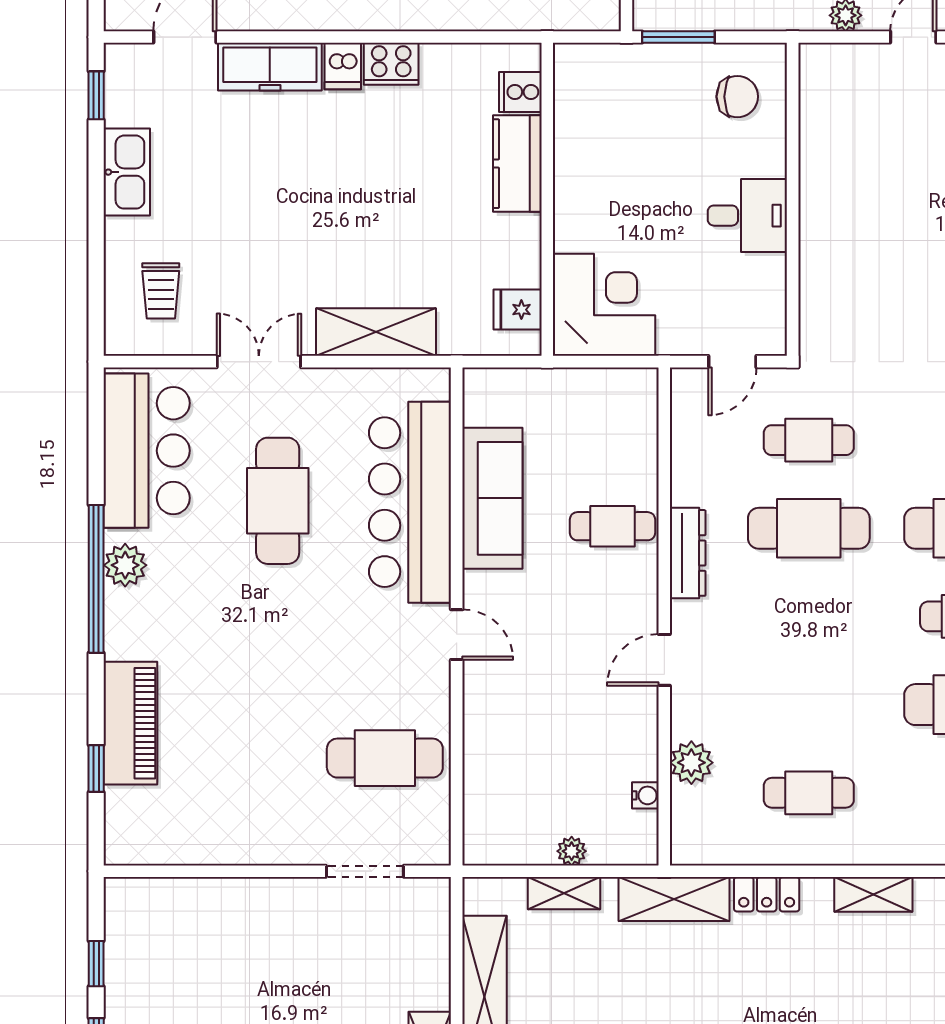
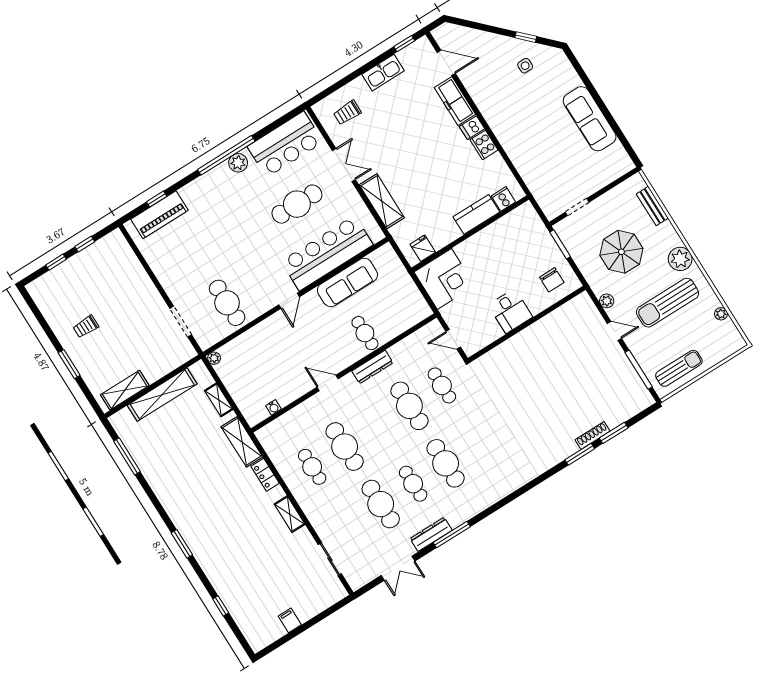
cafe table: (809, 705) -> (345, 447), added
piano: (130, 723) -> (160, 215), moved
plant: (691, 763) -> (296, 417), removed
plant: (572, 851) -> (214, 358), moved

